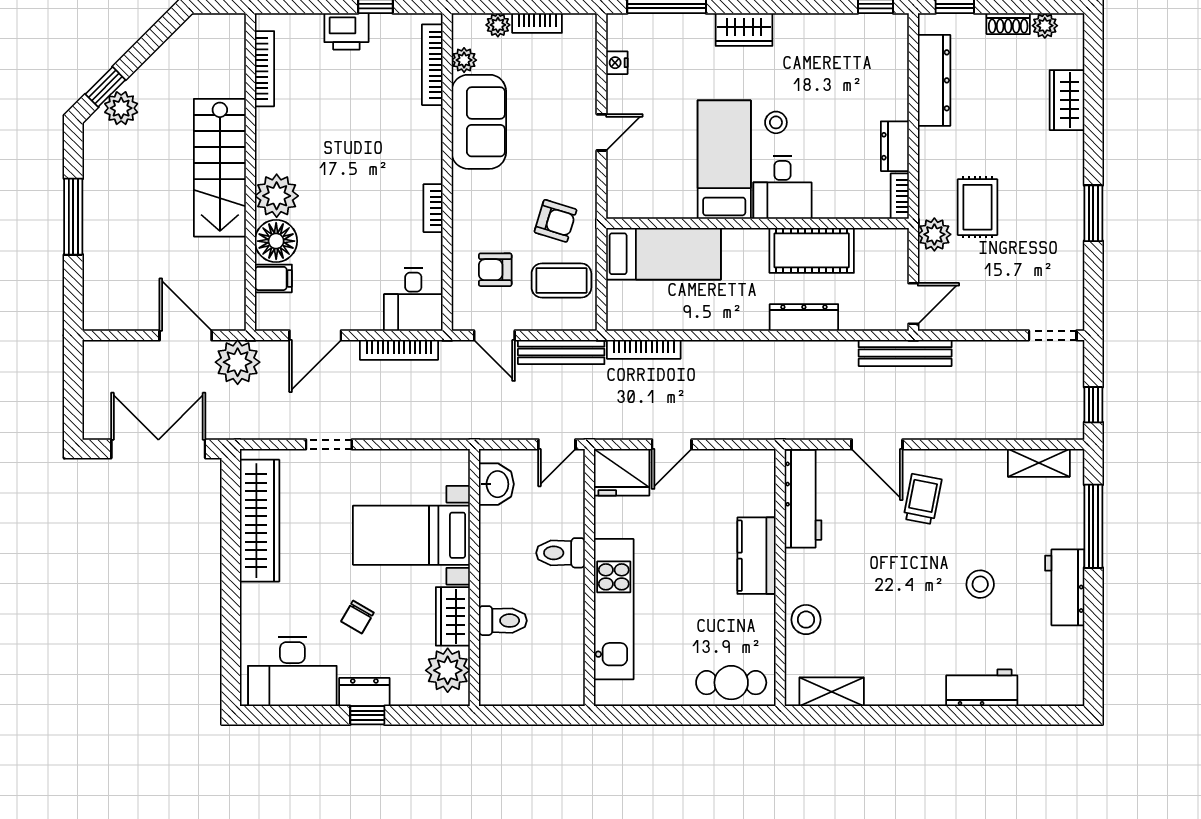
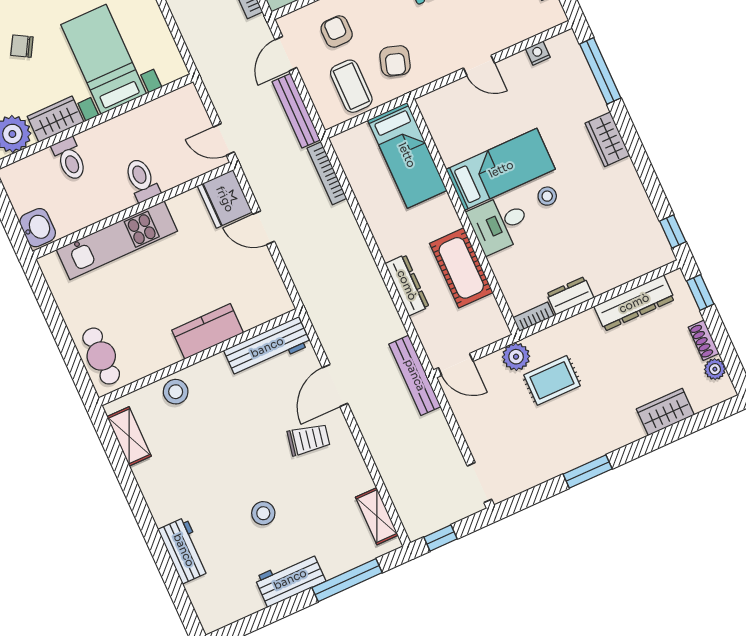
washbasin: (496, 484) -> (38, 228), moved, turned -90

